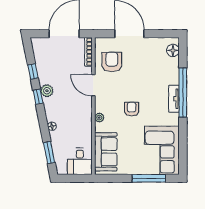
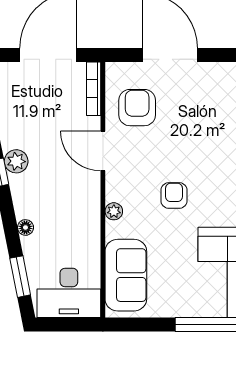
desk: (80, 161) -> (69, 293), width x1.37

